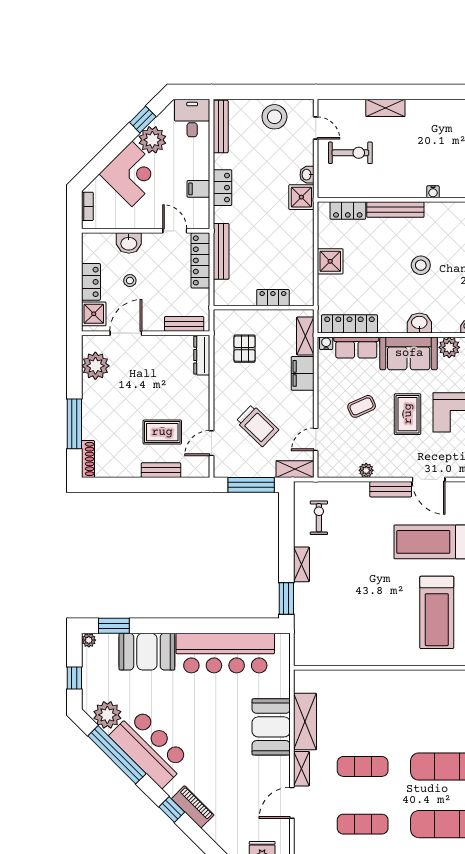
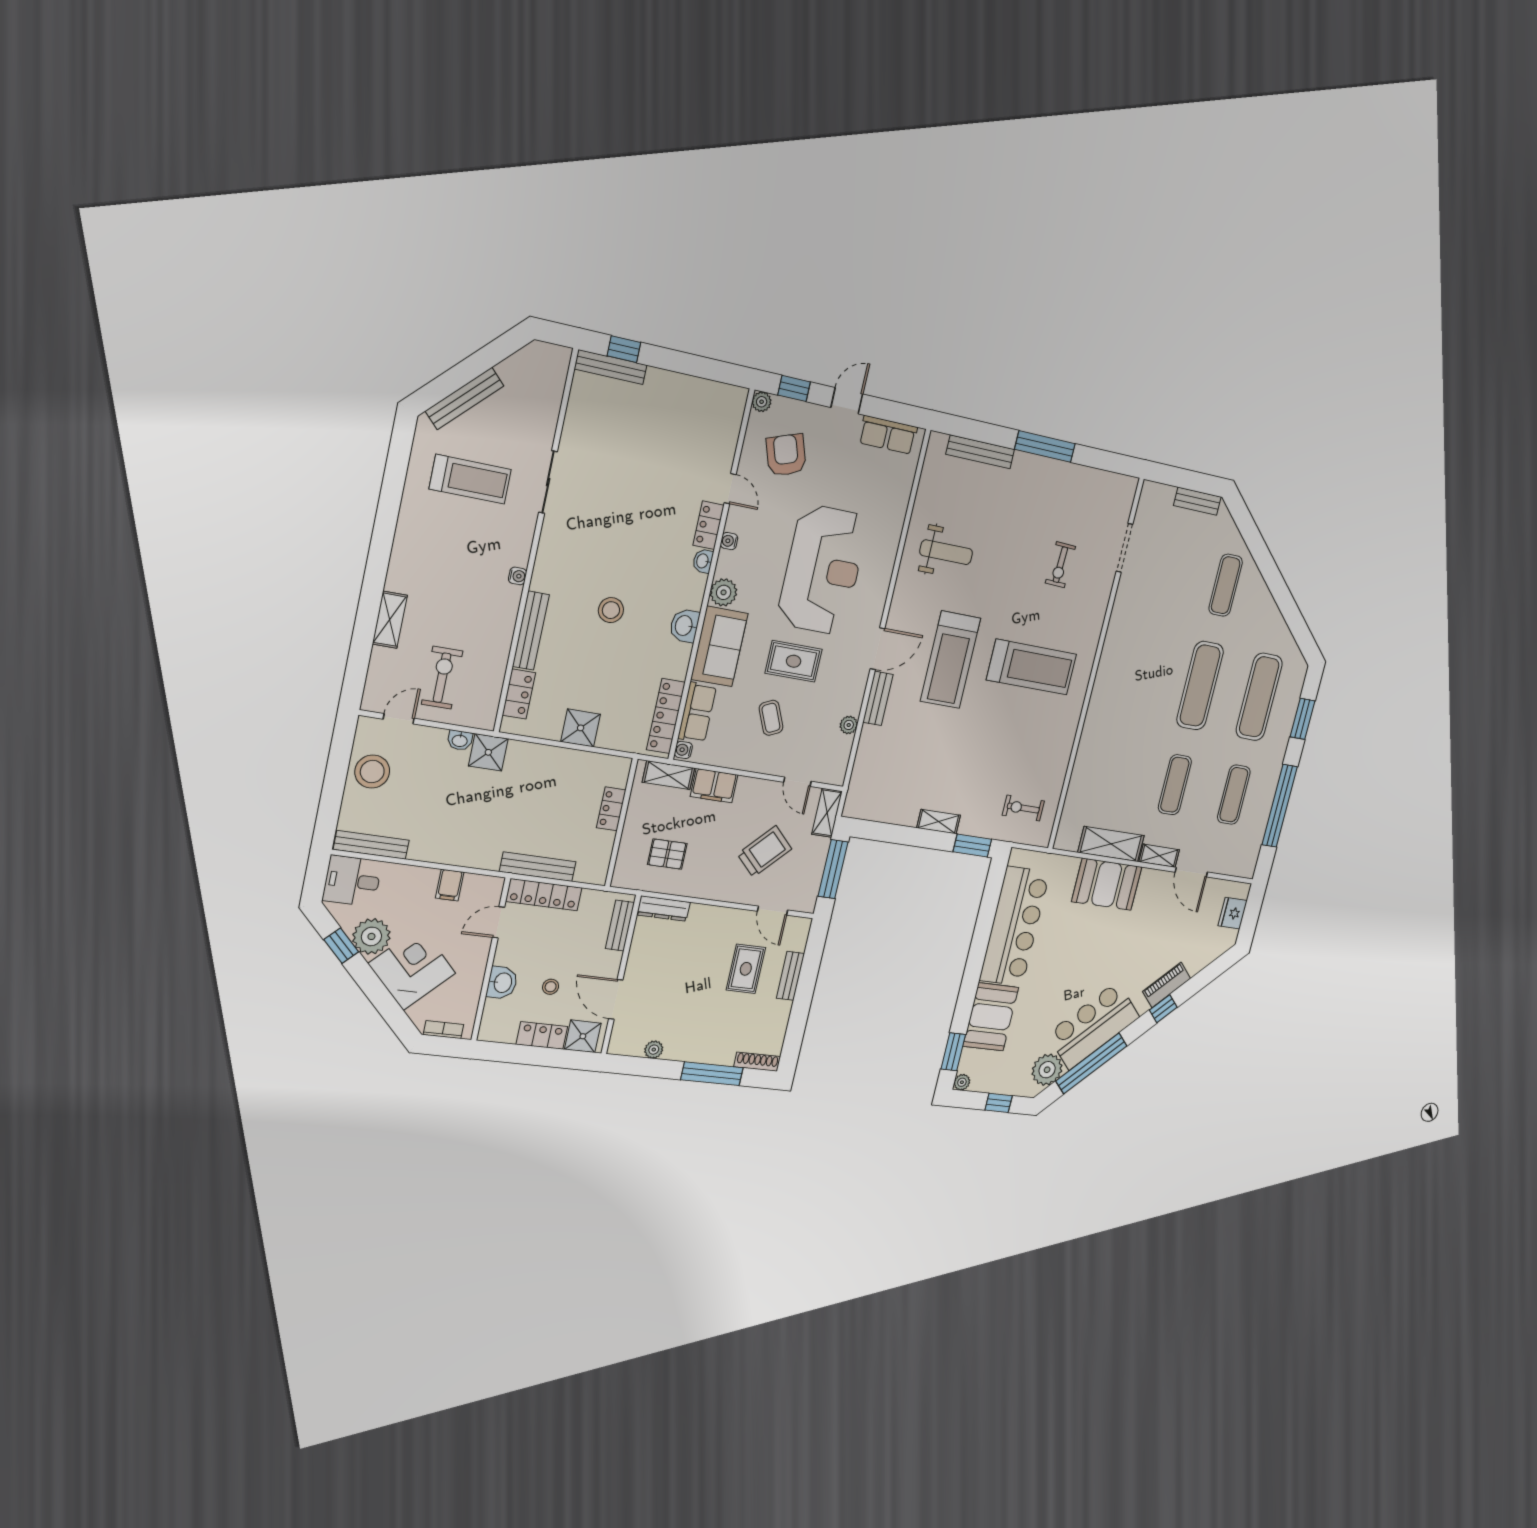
locker: (222, 188) -> (454, 854), removed
plant: (95, 366) -> (654, 1050), width x0.53, depth x0.53
exercise bike: (319, 518) -> (1023, 808), moved

